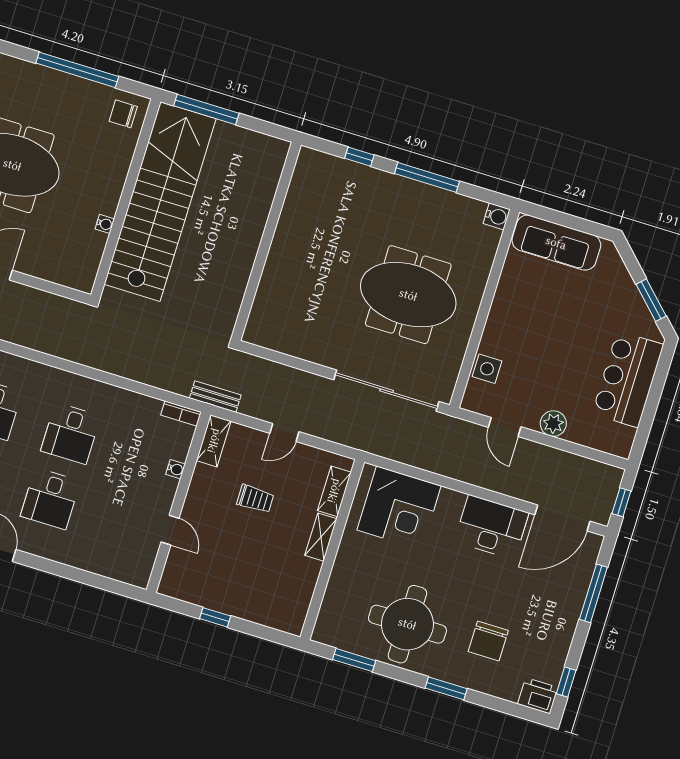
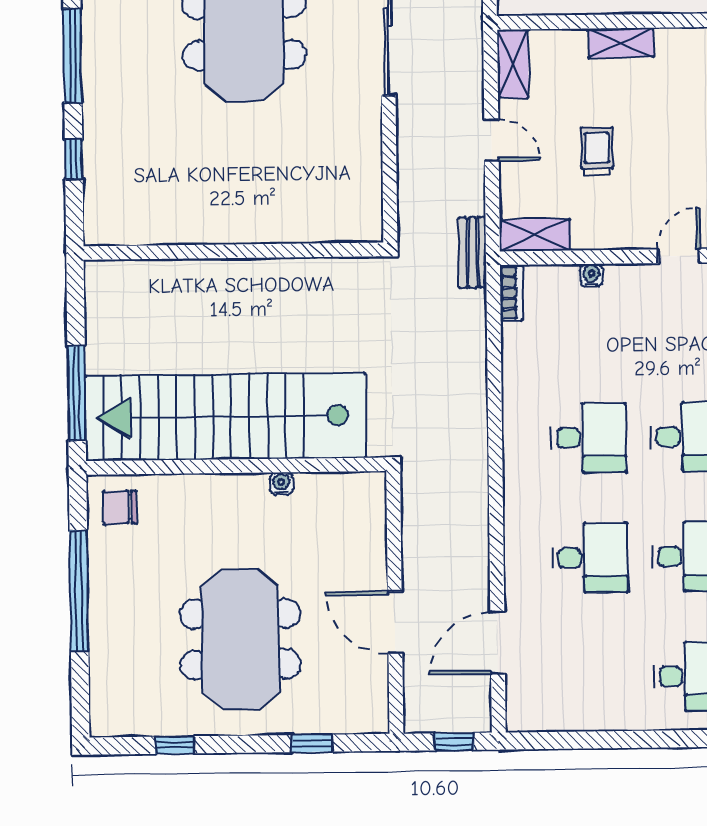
chair: (123, 114) -> (120, 507), turned 90
shelving: (334, 491) -> (513, 64), moved, turned 90

